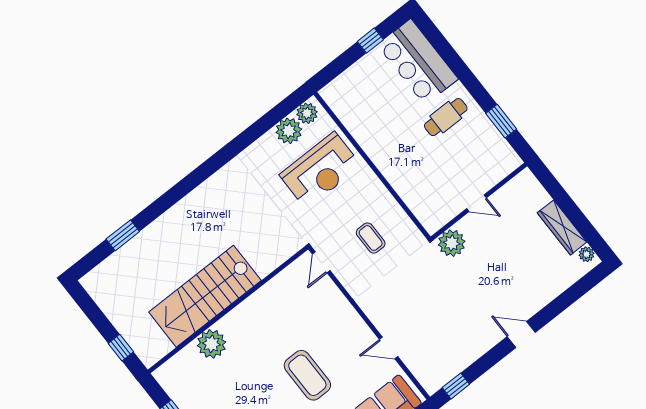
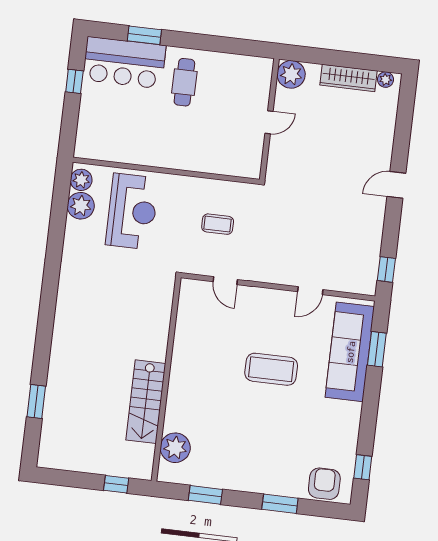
window: (501, 121) -> (144, 35), moved
plant: (452, 243) -> (291, 74), moved
door: (321, 262) -> (225, 281), moved
stairs: (205, 296) -> (146, 402), width x0.73, depth x0.66
plant: (211, 344) -> (175, 448), moved

